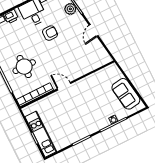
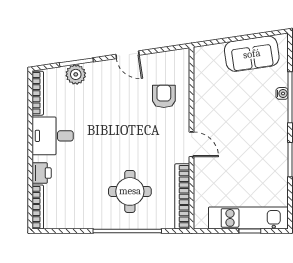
armchair: (50, 33) -> (164, 96), moved
door: (64, 86) -> (192, 144), swing flipped

